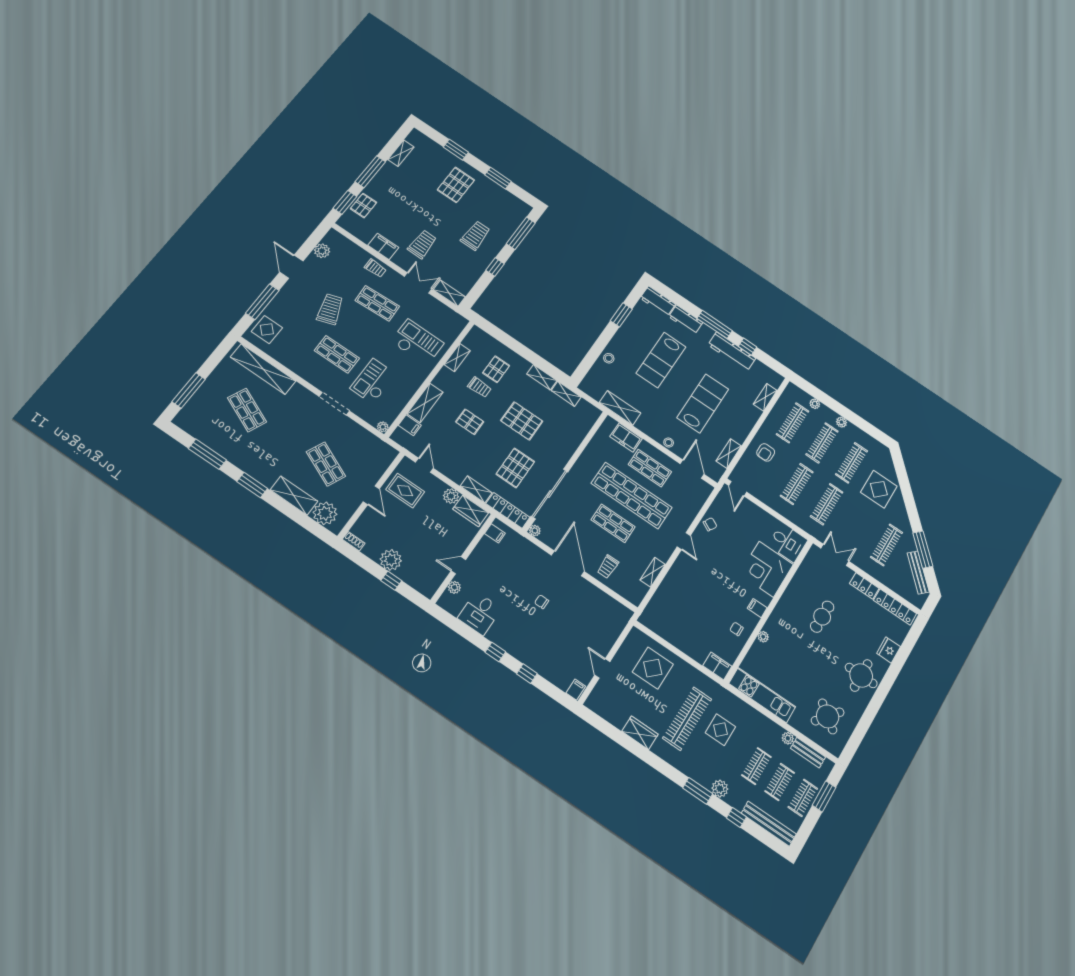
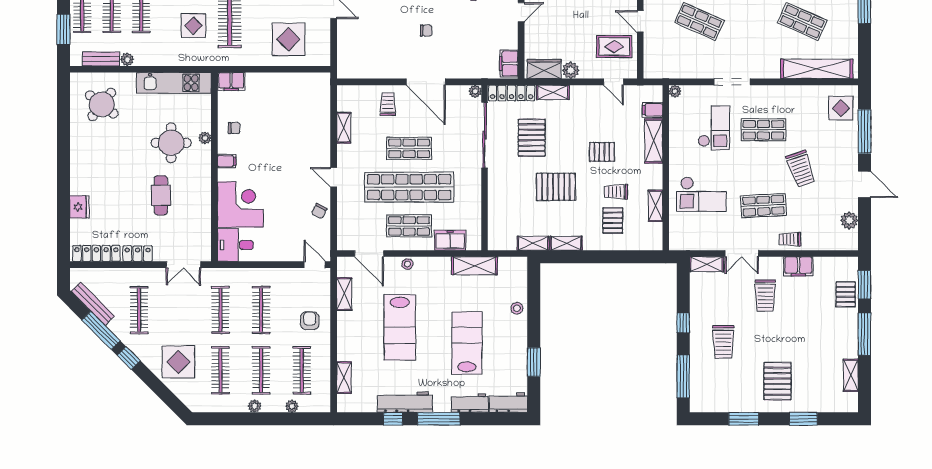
window: (914, 516) -> (129, 358), added
filing cabinet: (495, 533) -> (509, 64), width x2.00
round table: (861, 675) -> (171, 143), moved

